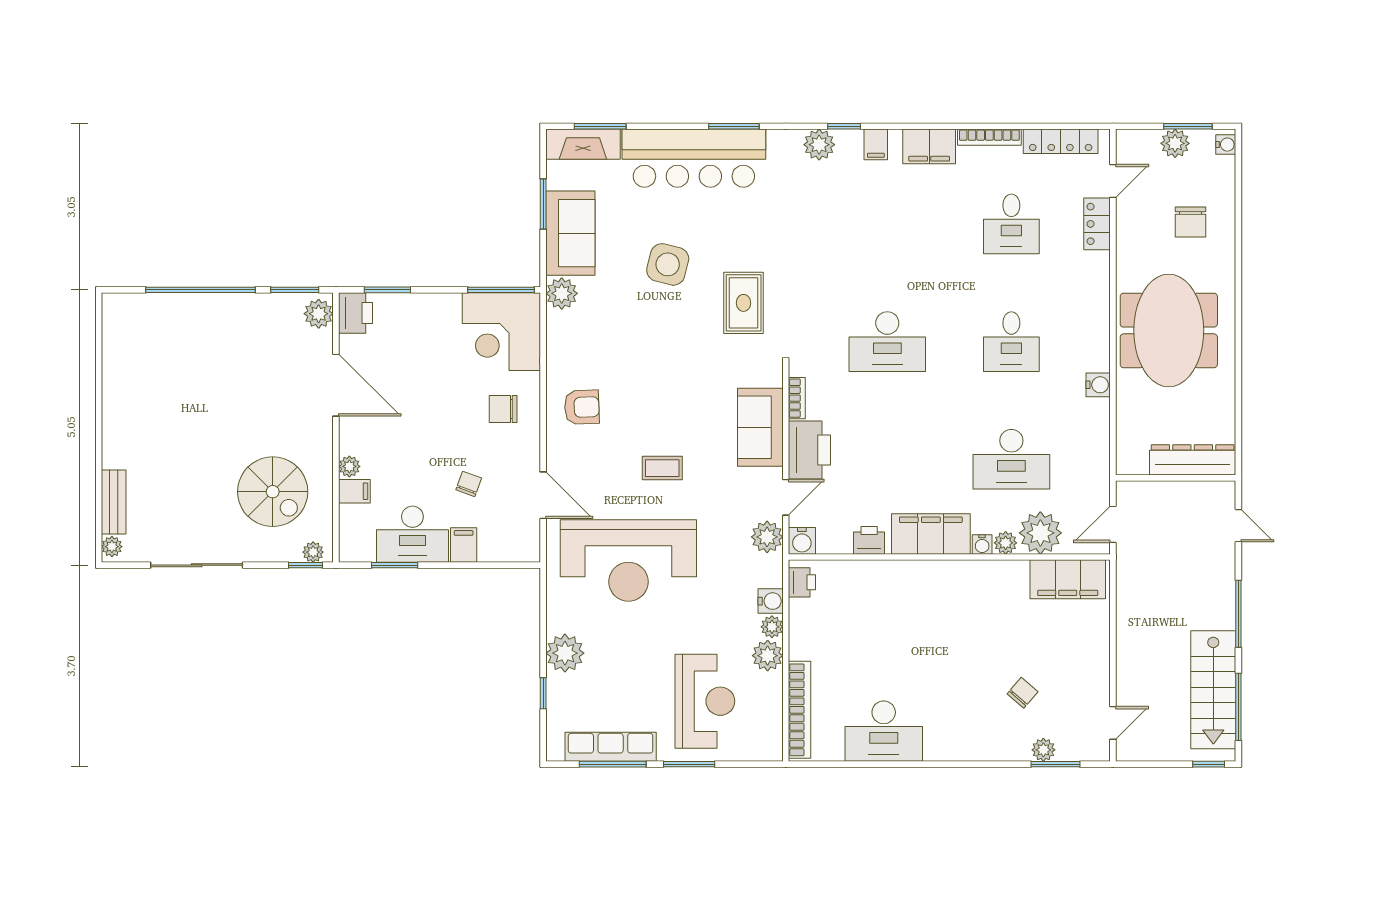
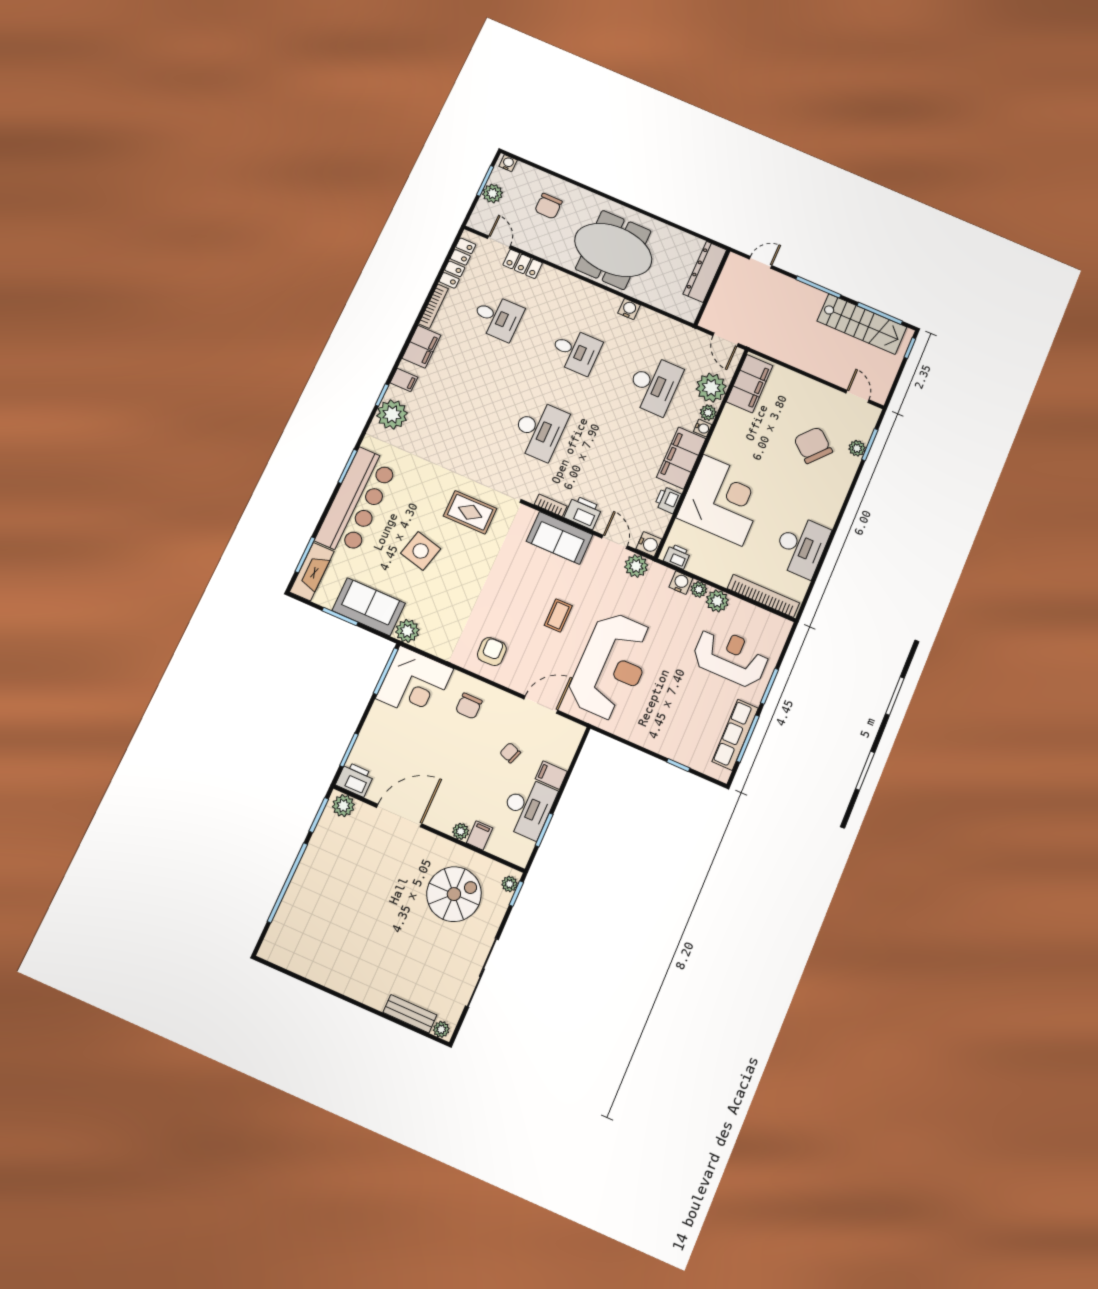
plant: (819, 145) -> (392, 414), width x1.36, depth x1.36
chair: (1191, 222) -> (548, 206), turned 90
printer: (809, 450) -> (583, 512), width x0.73, depth x0.84
corner desk: (899, 609) -> (723, 500), added
plant: (565, 653) -> (657, 738), removed
chair: (1023, 693) -> (813, 445), width x1.87, depth x1.87

